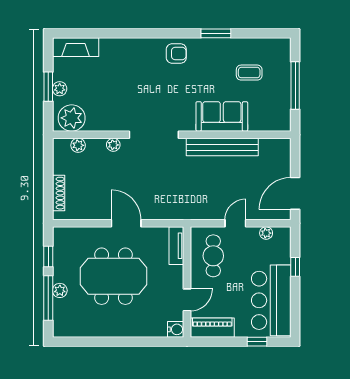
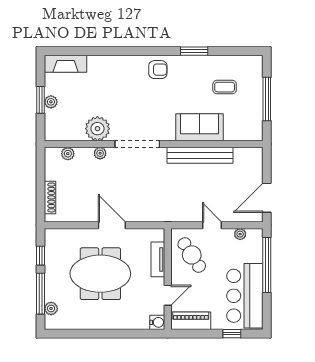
plant: (72, 118) -> (97, 129), moved
door: (235, 223) -> (212, 225), hinge flipped
tv unit: (176, 246) -> (158, 259), moved
cafe table: (213, 256) -> (192, 255), turned -33
window: (295, 267) -> (267, 265), width x3.17
plant: (60, 290) -> (51, 308), moved

